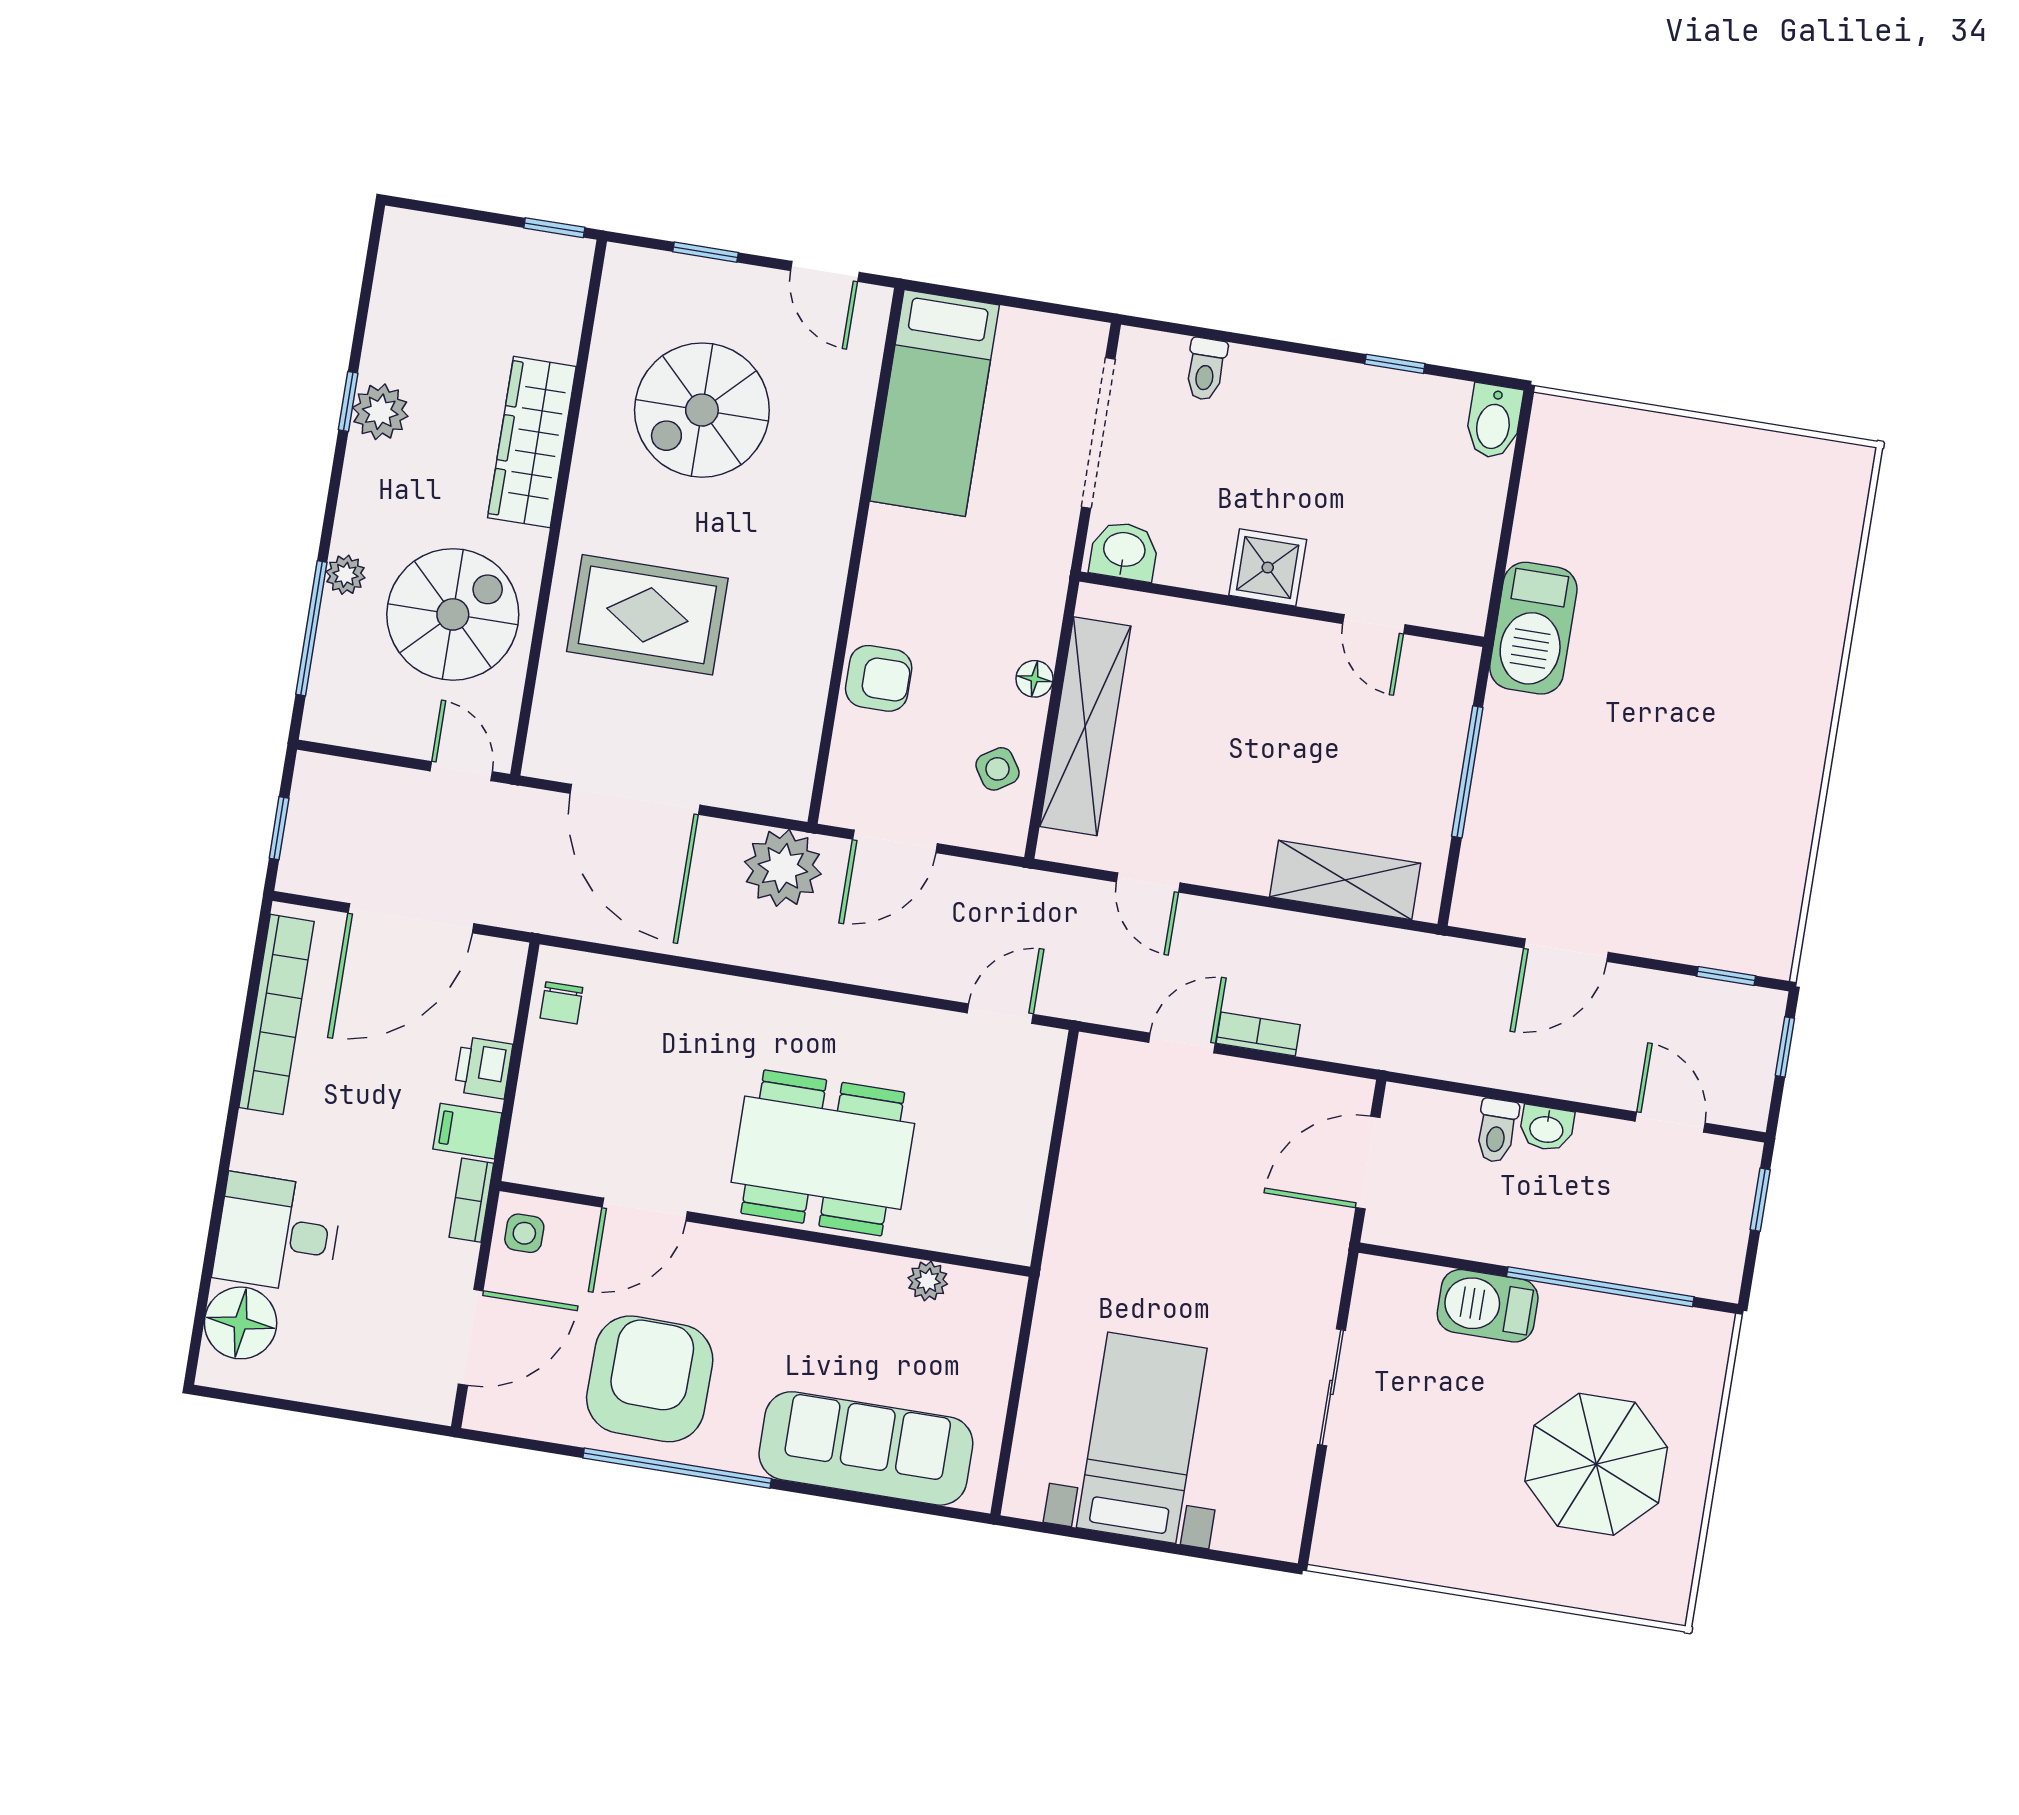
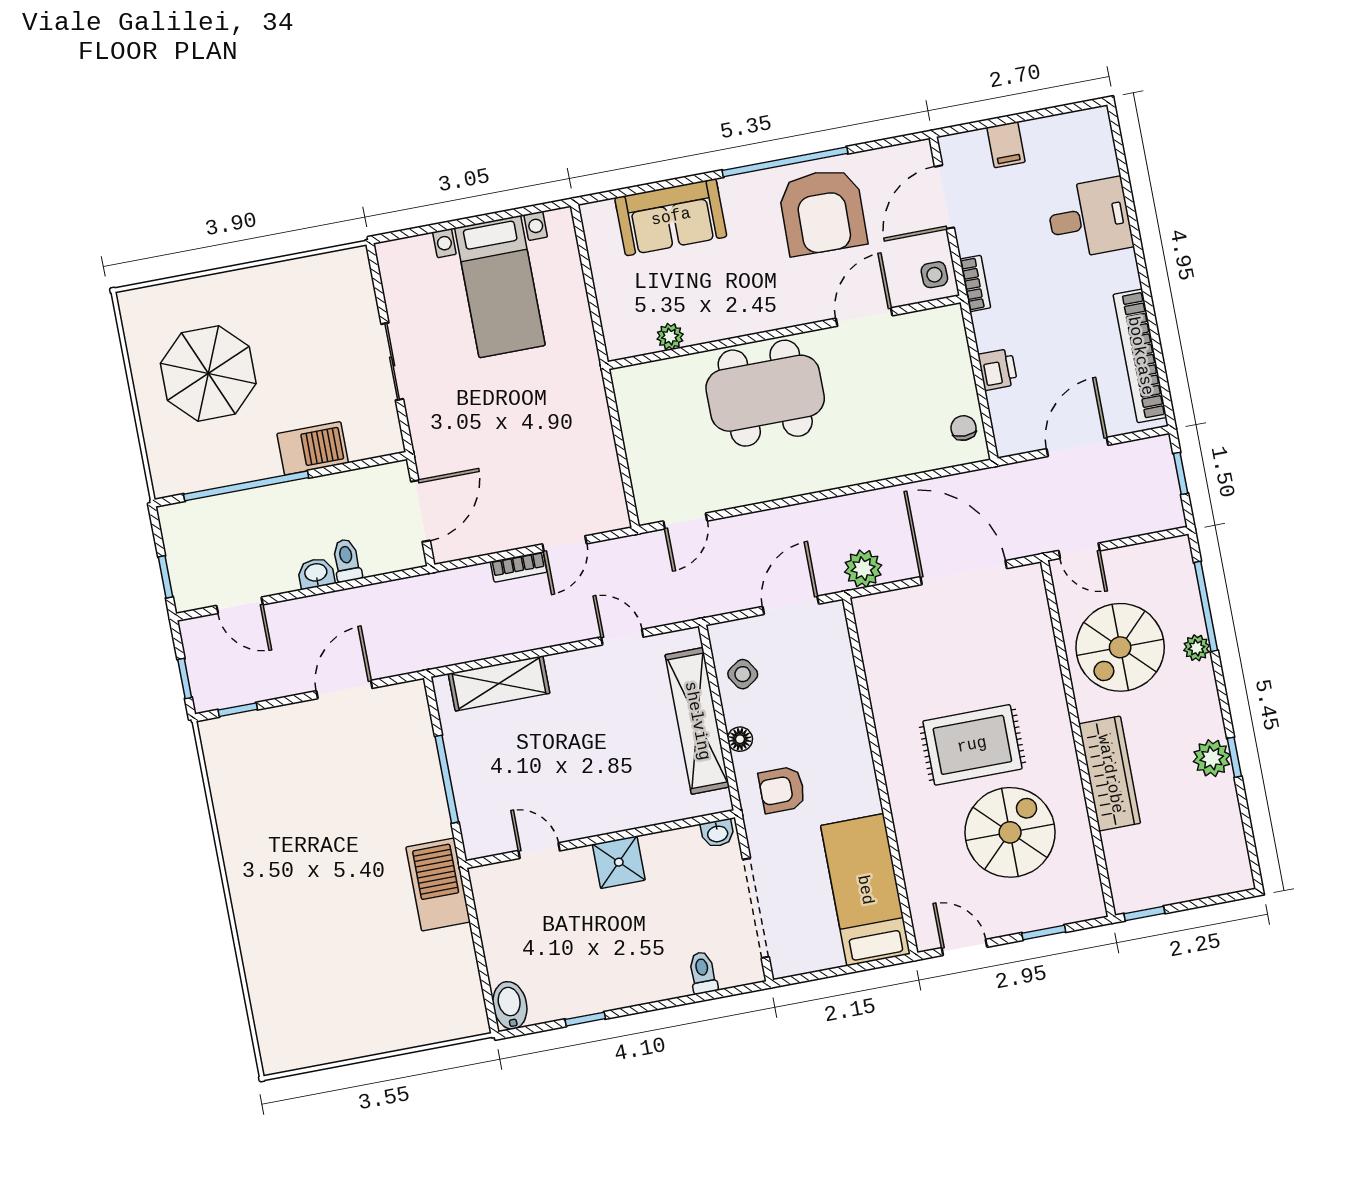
washbasin: (1124, 551) -> (718, 833), width x0.72, depth x0.69
rug: (647, 615) -> (972, 745), moved
armchair: (879, 678) -> (782, 790), moved
plant: (783, 868) -> (863, 569), width x0.73, depth x0.73
door: (411, 918) -> (1077, 447), width x0.73
filing cabinet: (467, 1131) -> (1006, 145), moved, turned 90
floor lamp: (241, 1323) -> (1092, 154), removed
sofa: (866, 1448) -> (671, 217), width x0.73

